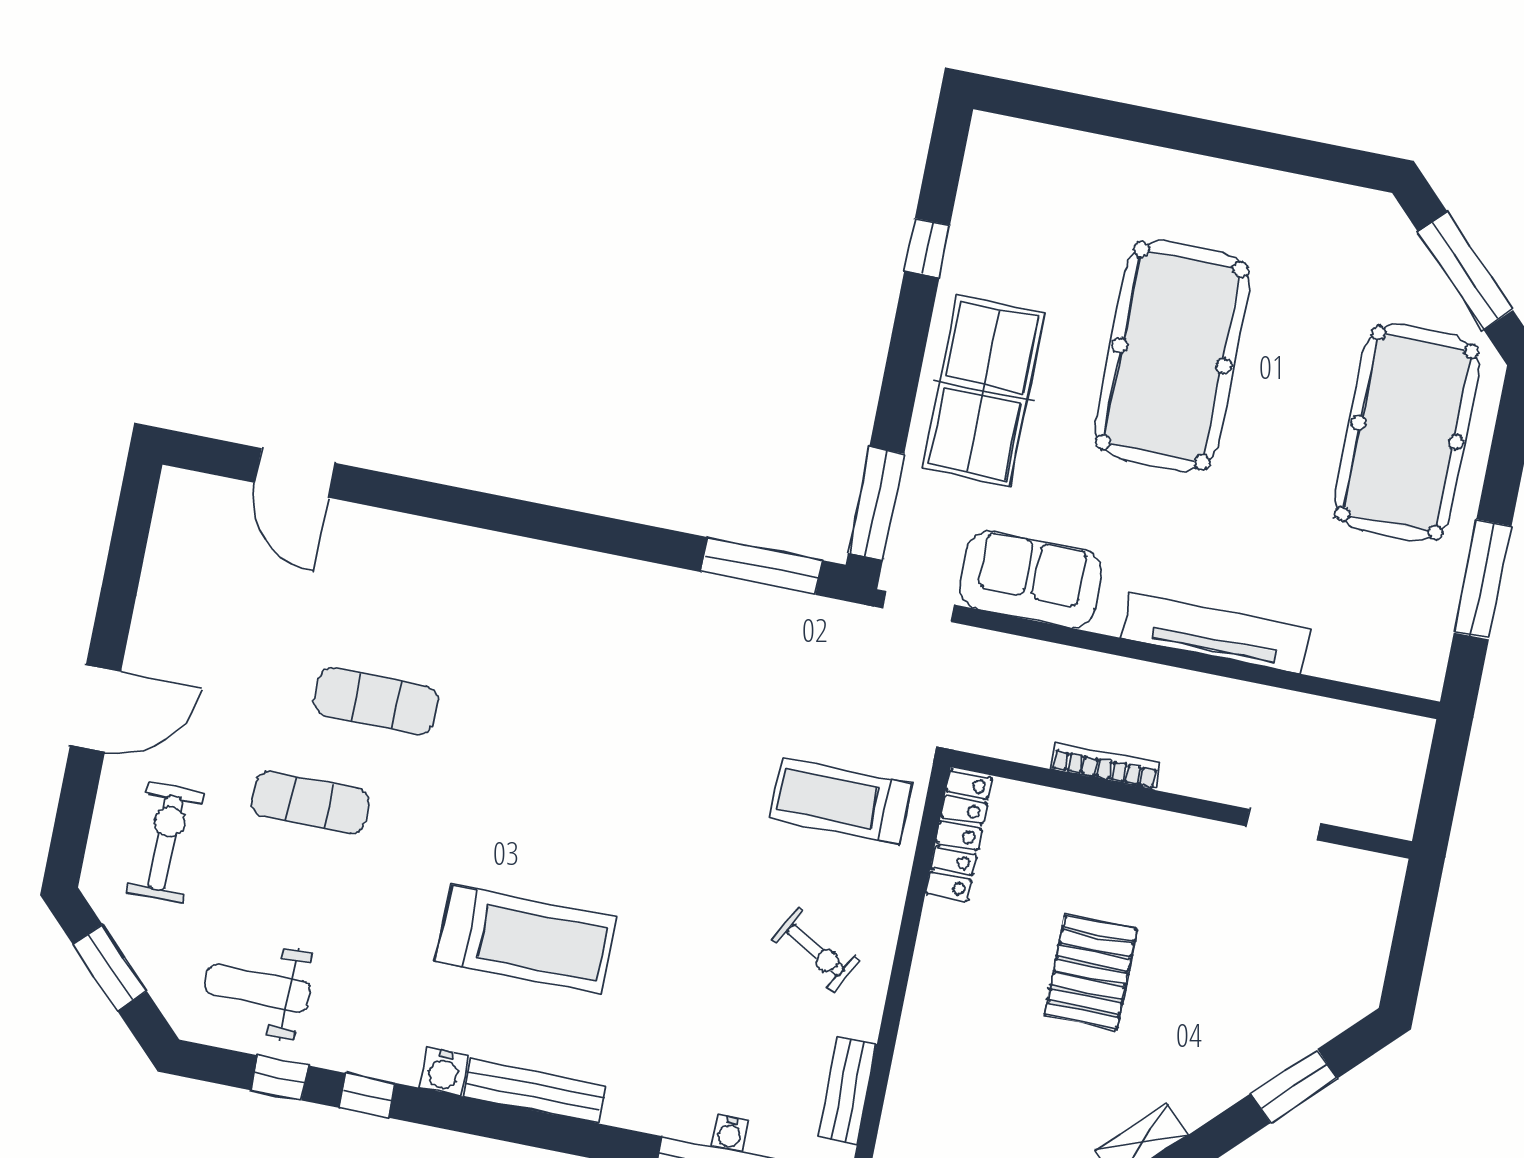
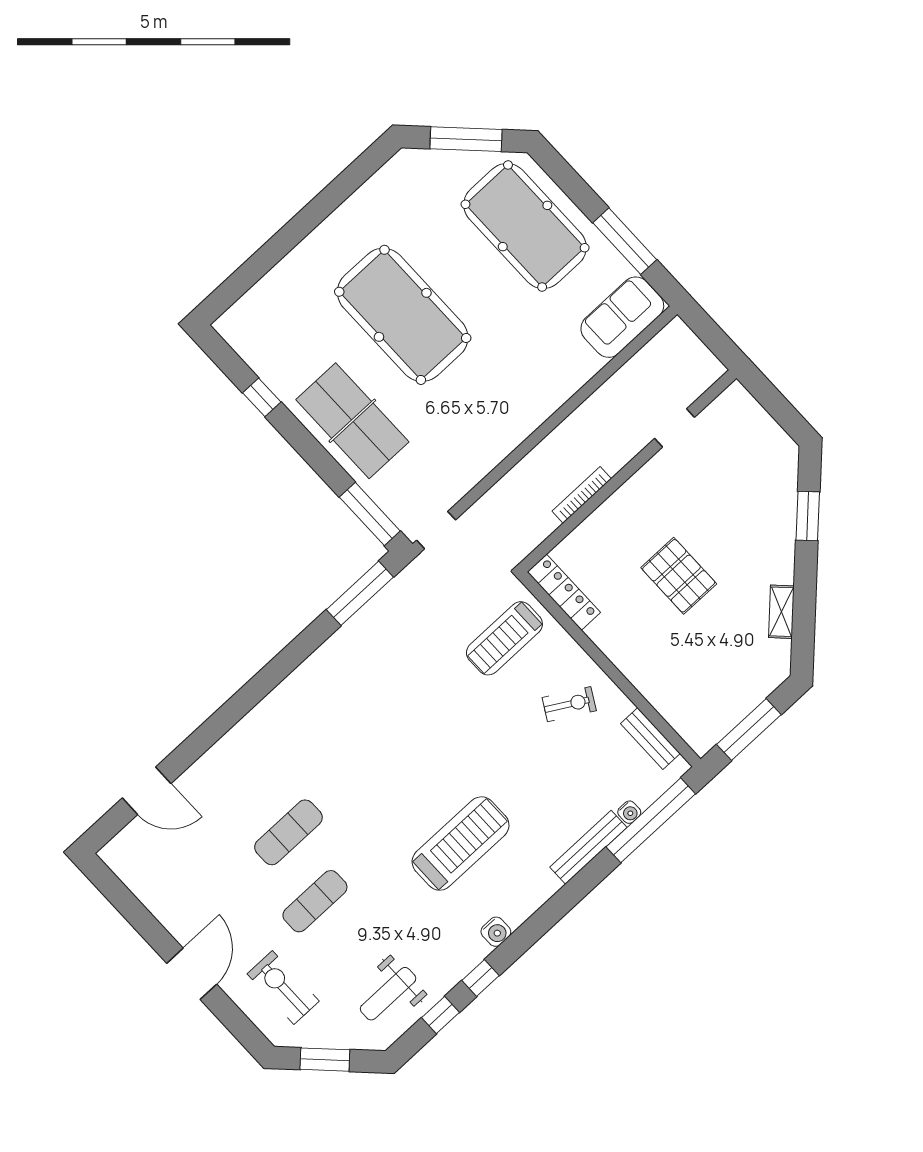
sofa: (1031, 579) -> (622, 317), moved
tv unit: (1216, 633) -> (556, 392), removed
bench: (534, 1091) -> (588, 847), moved

